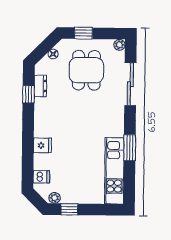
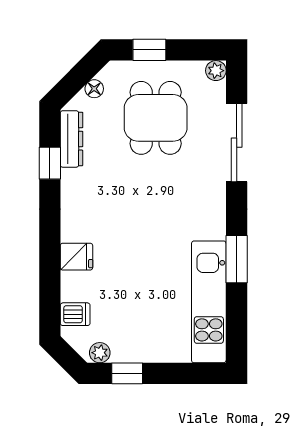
dresser: (40, 86) -> (71, 139), width x1.44

